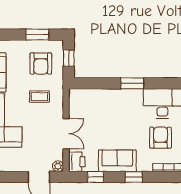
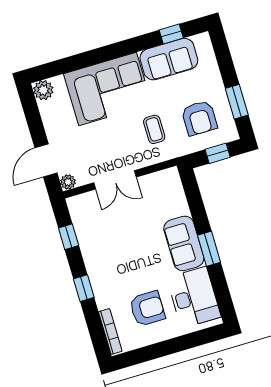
armchair: (41, 63) -> (199, 118), turned -90
sofa: (117, 161) -> (184, 243), moved, turned 180
printer: (77, 162) -> (82, 206), removed

